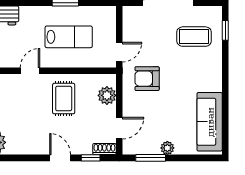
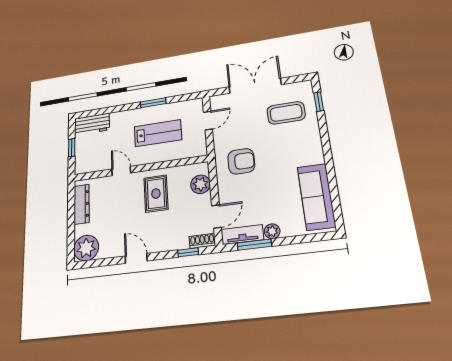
door: (119, 52) -> (208, 121), moved
door: (30, 71) -> (121, 171), hinge flipped
armchair: (147, 79) -> (241, 161), turned 180
tv unit: (141, 148) -> (242, 235), added
door: (60, 158) -> (136, 258), moved

